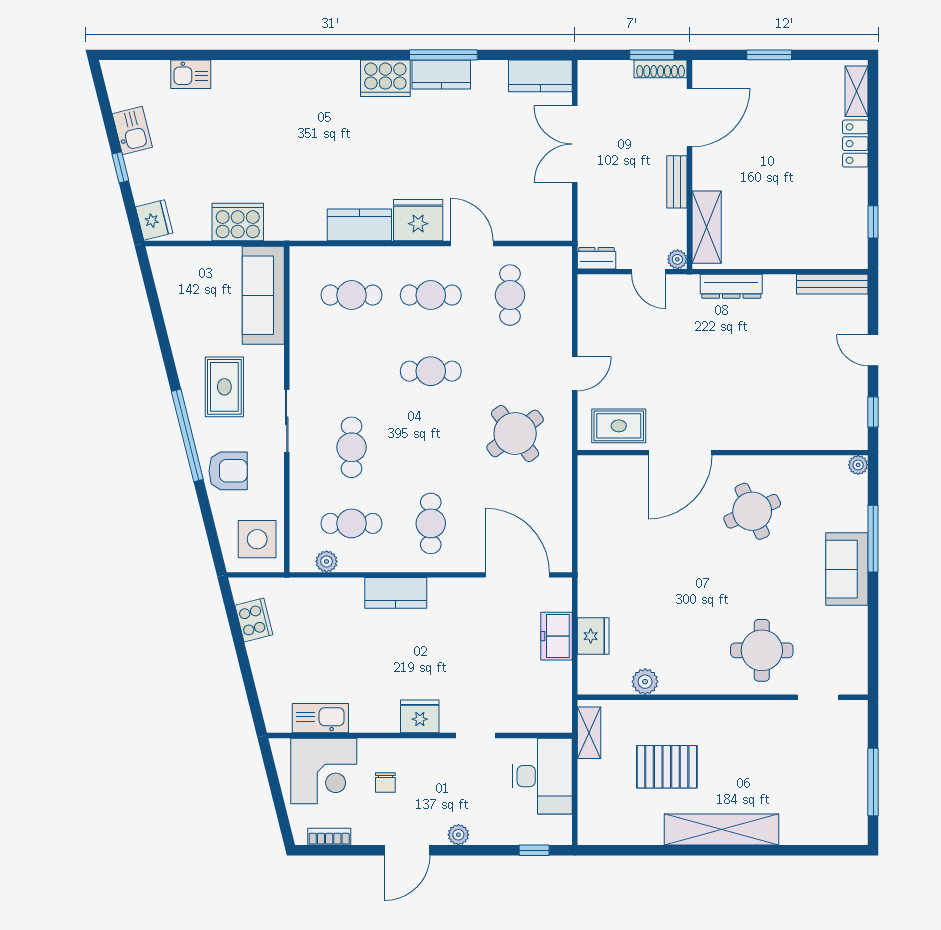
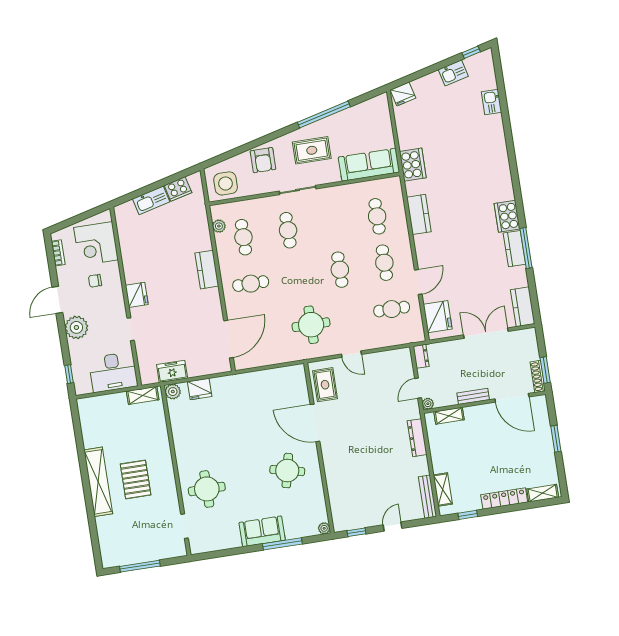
locker: (855, 144) -> (504, 498), width x1.53
window: (120, 167) -> (471, 52), moved
fridge: (418, 220) -> (438, 317), moved
cooker: (238, 222) -> (413, 165), moved
shelving: (707, 227) -> (449, 416), width x0.67, depth x0.75
shelving: (824, 257) -> (443, 489), added
round table: (515, 433) -> (311, 325), turned 37
window: (187, 435) -> (324, 115), moved
cafe table: (351, 447) -> (288, 230), turned 90
round table: (752, 511) -> (287, 471), turned 37
freezer: (557, 636) -> (172, 371), moved
plant: (645, 682) -> (173, 392), moved
kitchen sink: (320, 718) -> (151, 200), moved, turned 76
pallet: (667, 767) -> (136, 479), moved
plant: (458, 835) -> (76, 327), width x1.88, depth x1.88
door: (407, 850) -> (57, 300), hinge flipped

